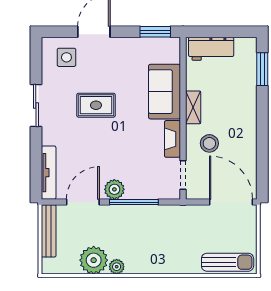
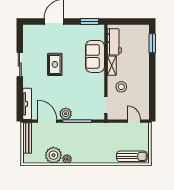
workbench: (211, 49) -> (114, 42), moved, turned -90
side table: (66, 57) -> (38, 36), removed
rug: (96, 105) -> (55, 64), turned 90
fireplace: (172, 139) -> (100, 84), removed
door: (83, 202) -> (47, 121), hinge flipped
door: (231, 202) -> (134, 121), width x0.53

